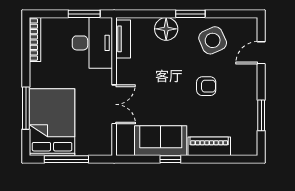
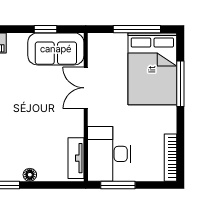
floor lamp: (166, 29) -> (30, 175), width x0.53, depth x0.53
sofa: (161, 141) -> (56, 49), moved
window: (170, 159) -> (45, 29), moved

